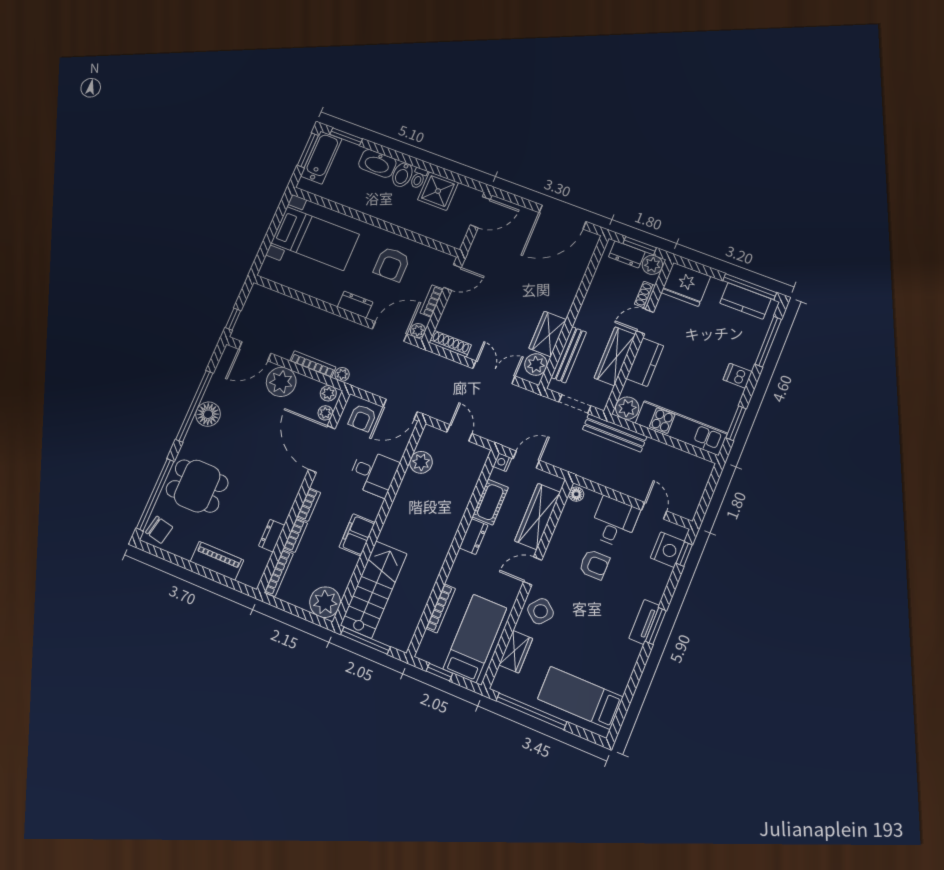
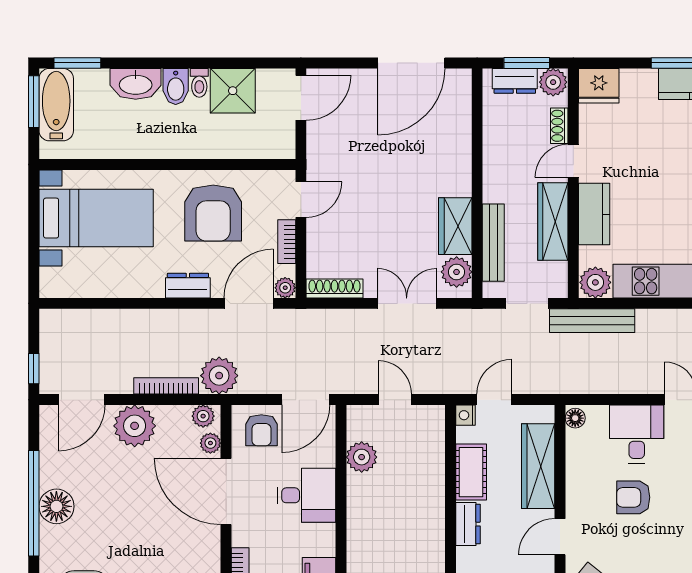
armchair: (392, 264) -> (213, 213), width x1.36, depth x1.36
fridge: (686, 284) -> (599, 86), width x0.73, depth x0.75
plant: (342, 374) -> (219, 376), width x1.88, depth x1.88
armchair: (594, 565) -> (633, 497), turned 180

